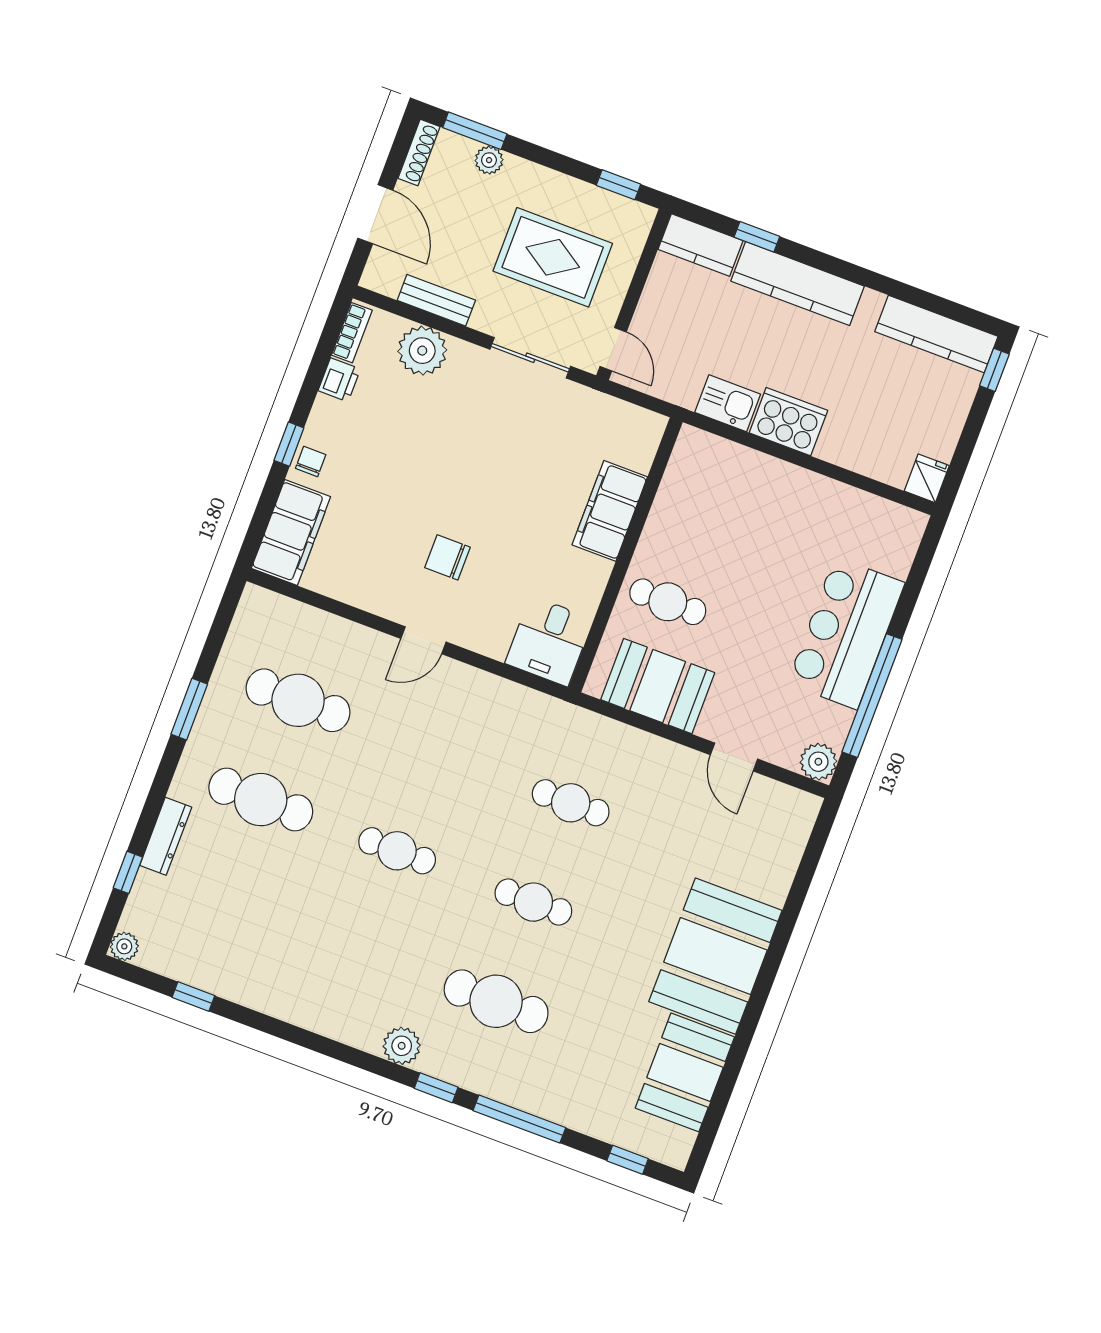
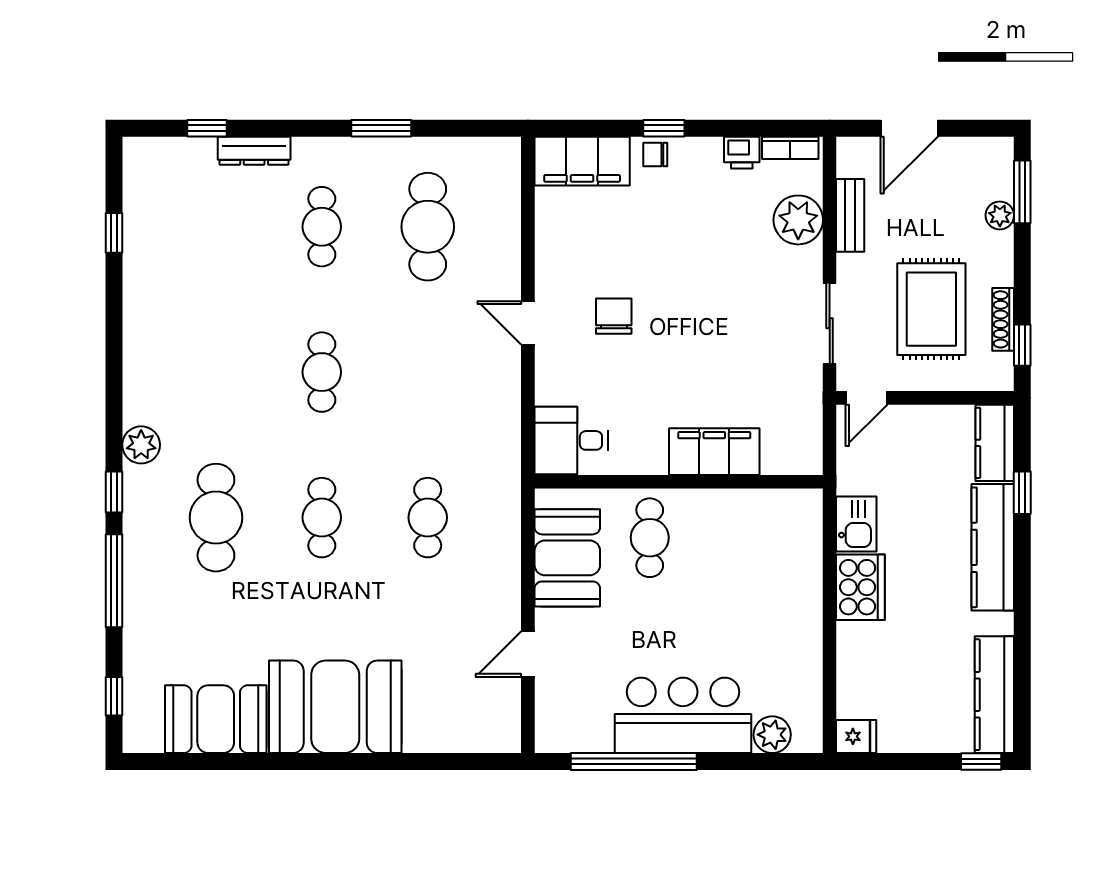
shoe rack: (419, 152) -> (1003, 319), moved, turned 90
chair: (311, 462) -> (655, 155), turned 180
plant: (818, 762) -> (772, 735), moved
cafe table: (261, 800) -> (322, 227), width x0.73, depth x0.74
plant: (124, 946) -> (137, 151), removed

